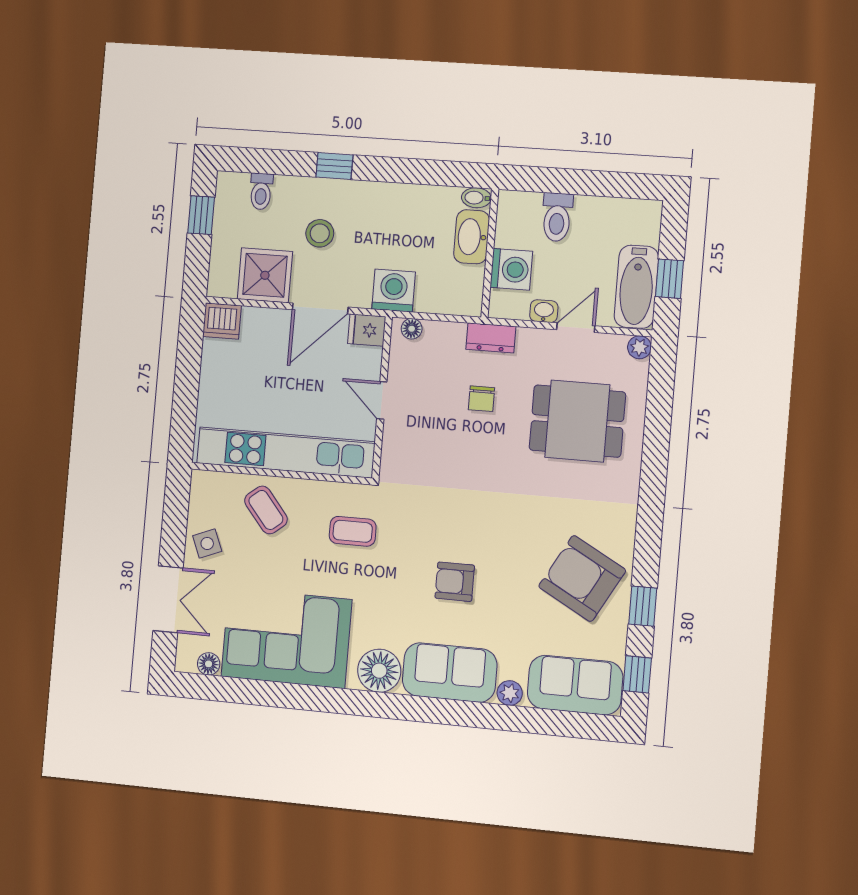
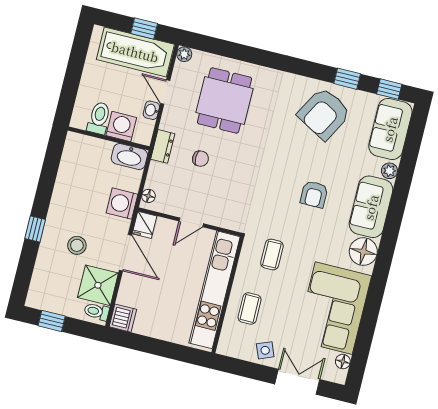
toilet: (261, 191) -> (97, 312), moved, turned 180
bidet: (476, 198) -> (72, 141), removed
toilet: (557, 217) -> (99, 118), moved, turned -90
washbasin: (472, 237) -> (129, 157), moved
bathtub: (636, 287) -> (135, 52), width x1.36, depth x1.36
coffee table: (266, 510) -> (250, 309), turned -51

